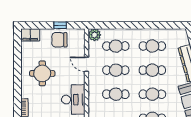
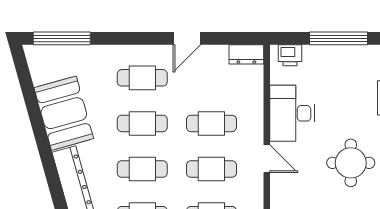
door: (87, 64) -> (267, 159), moved

